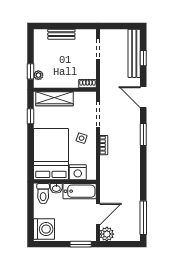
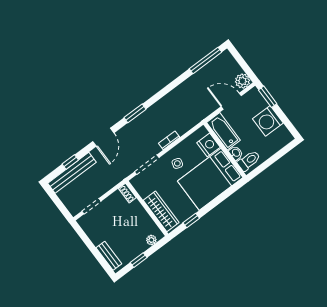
bench: (61, 34) -> (109, 256), moved
window: (31, 71) -> (139, 260), moved
washing machine: (44, 229) -> (268, 121), moved, turned -90

